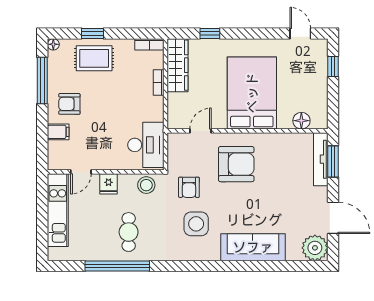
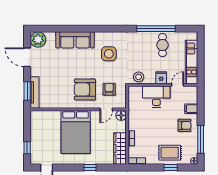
window: (210, 33) -> (90, 167), moved
floor lamp: (301, 121) -> (121, 115), moved
desk: (146, 145) -> (156, 97), moved, turned 90
armchair: (189, 187) -> (109, 89), moved
cafe table: (129, 232) -> (163, 45), moved

